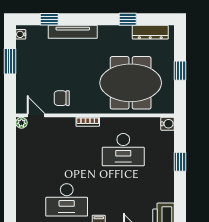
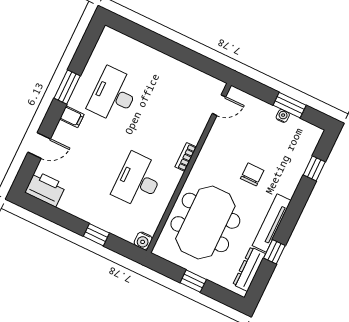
tv unit: (73, 32) -> (272, 223), moved
water cooler: (21, 34) -> (283, 116), moved
chair: (62, 98) -> (252, 174), moved
plant: (21, 123) -> (219, 86), removed

